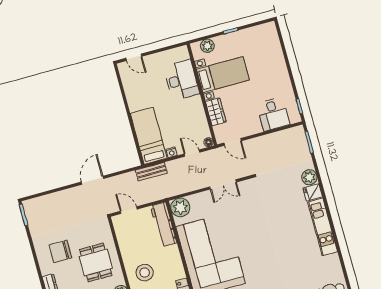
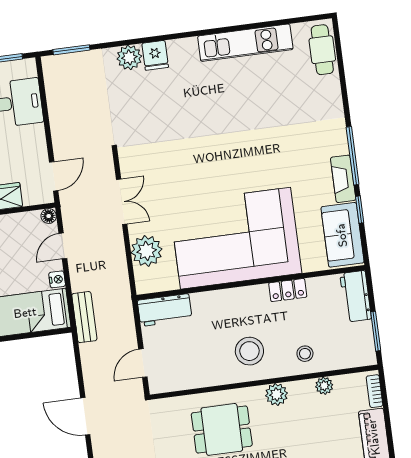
plant: (180, 207) -> (147, 251), moved
workbench: (164, 224) -> (165, 310), width x0.73
kitchen unit: (323, 227) -> (245, 43), moved

